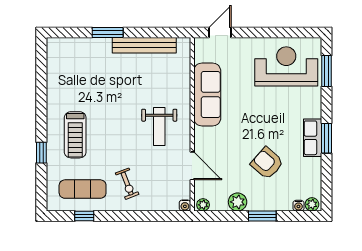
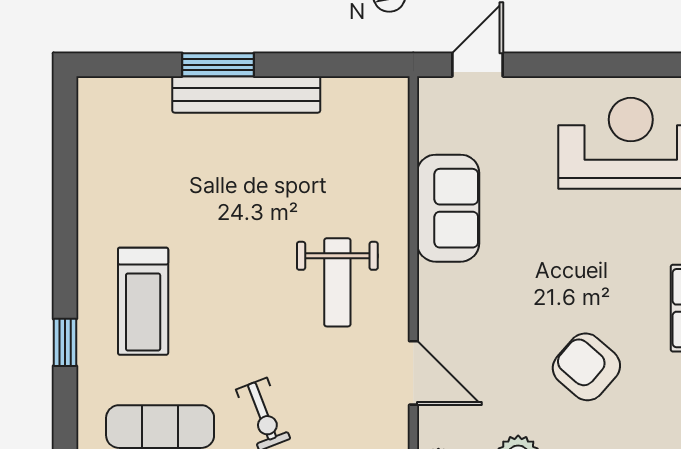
bench: (144, 45) -> (246, 94), moved
sofa: (207, 95) -> (448, 208), width x0.73

